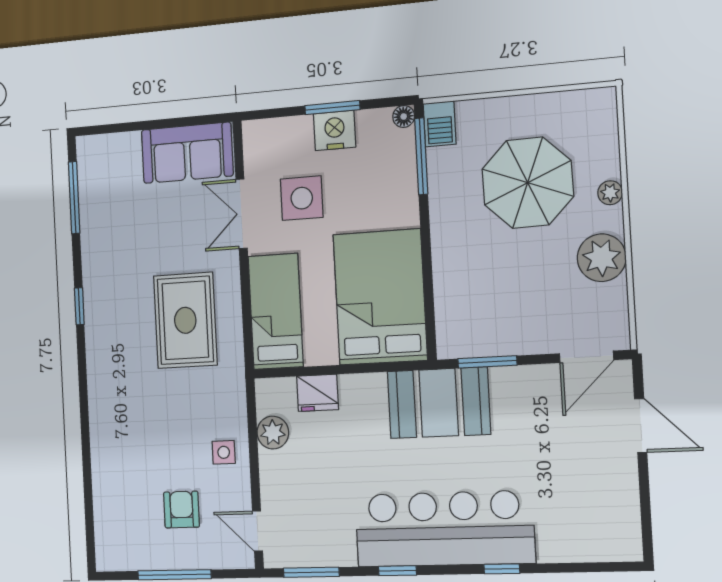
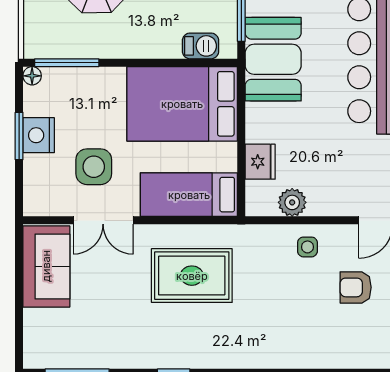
barbecue: (440, 124) -> (201, 46), moved

